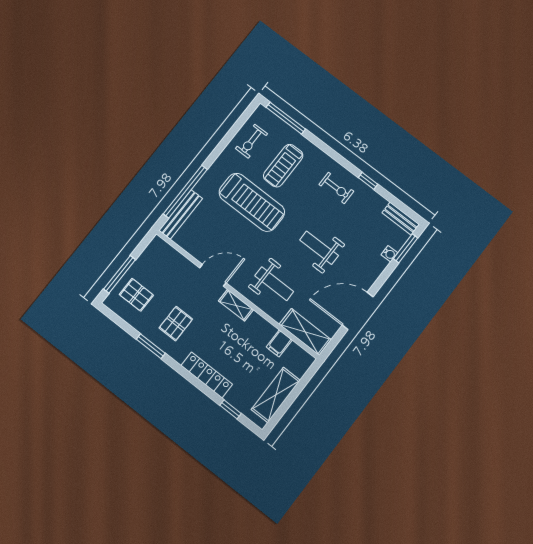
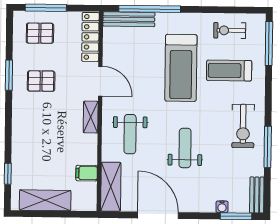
window: (368, 181) -> (268, 147), width x2.17
exercise bike: (336, 188) -> (243, 126), width x1.38, depth x1.39
pallet: (136, 295) -> (40, 33), turned 90
locker: (207, 375) -> (90, 37), moved, turned 180

